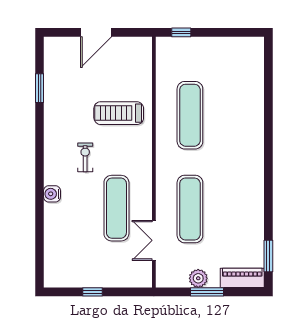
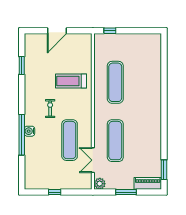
window: (40, 200) -> (22, 135), added
plant: (198, 278) -> (100, 184), moved

